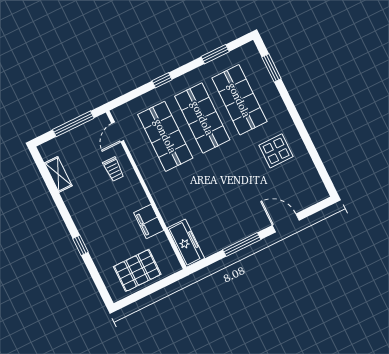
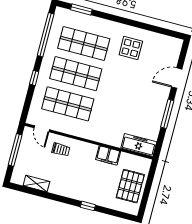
window: (215, 54) -> (46, 35), width x2.11

